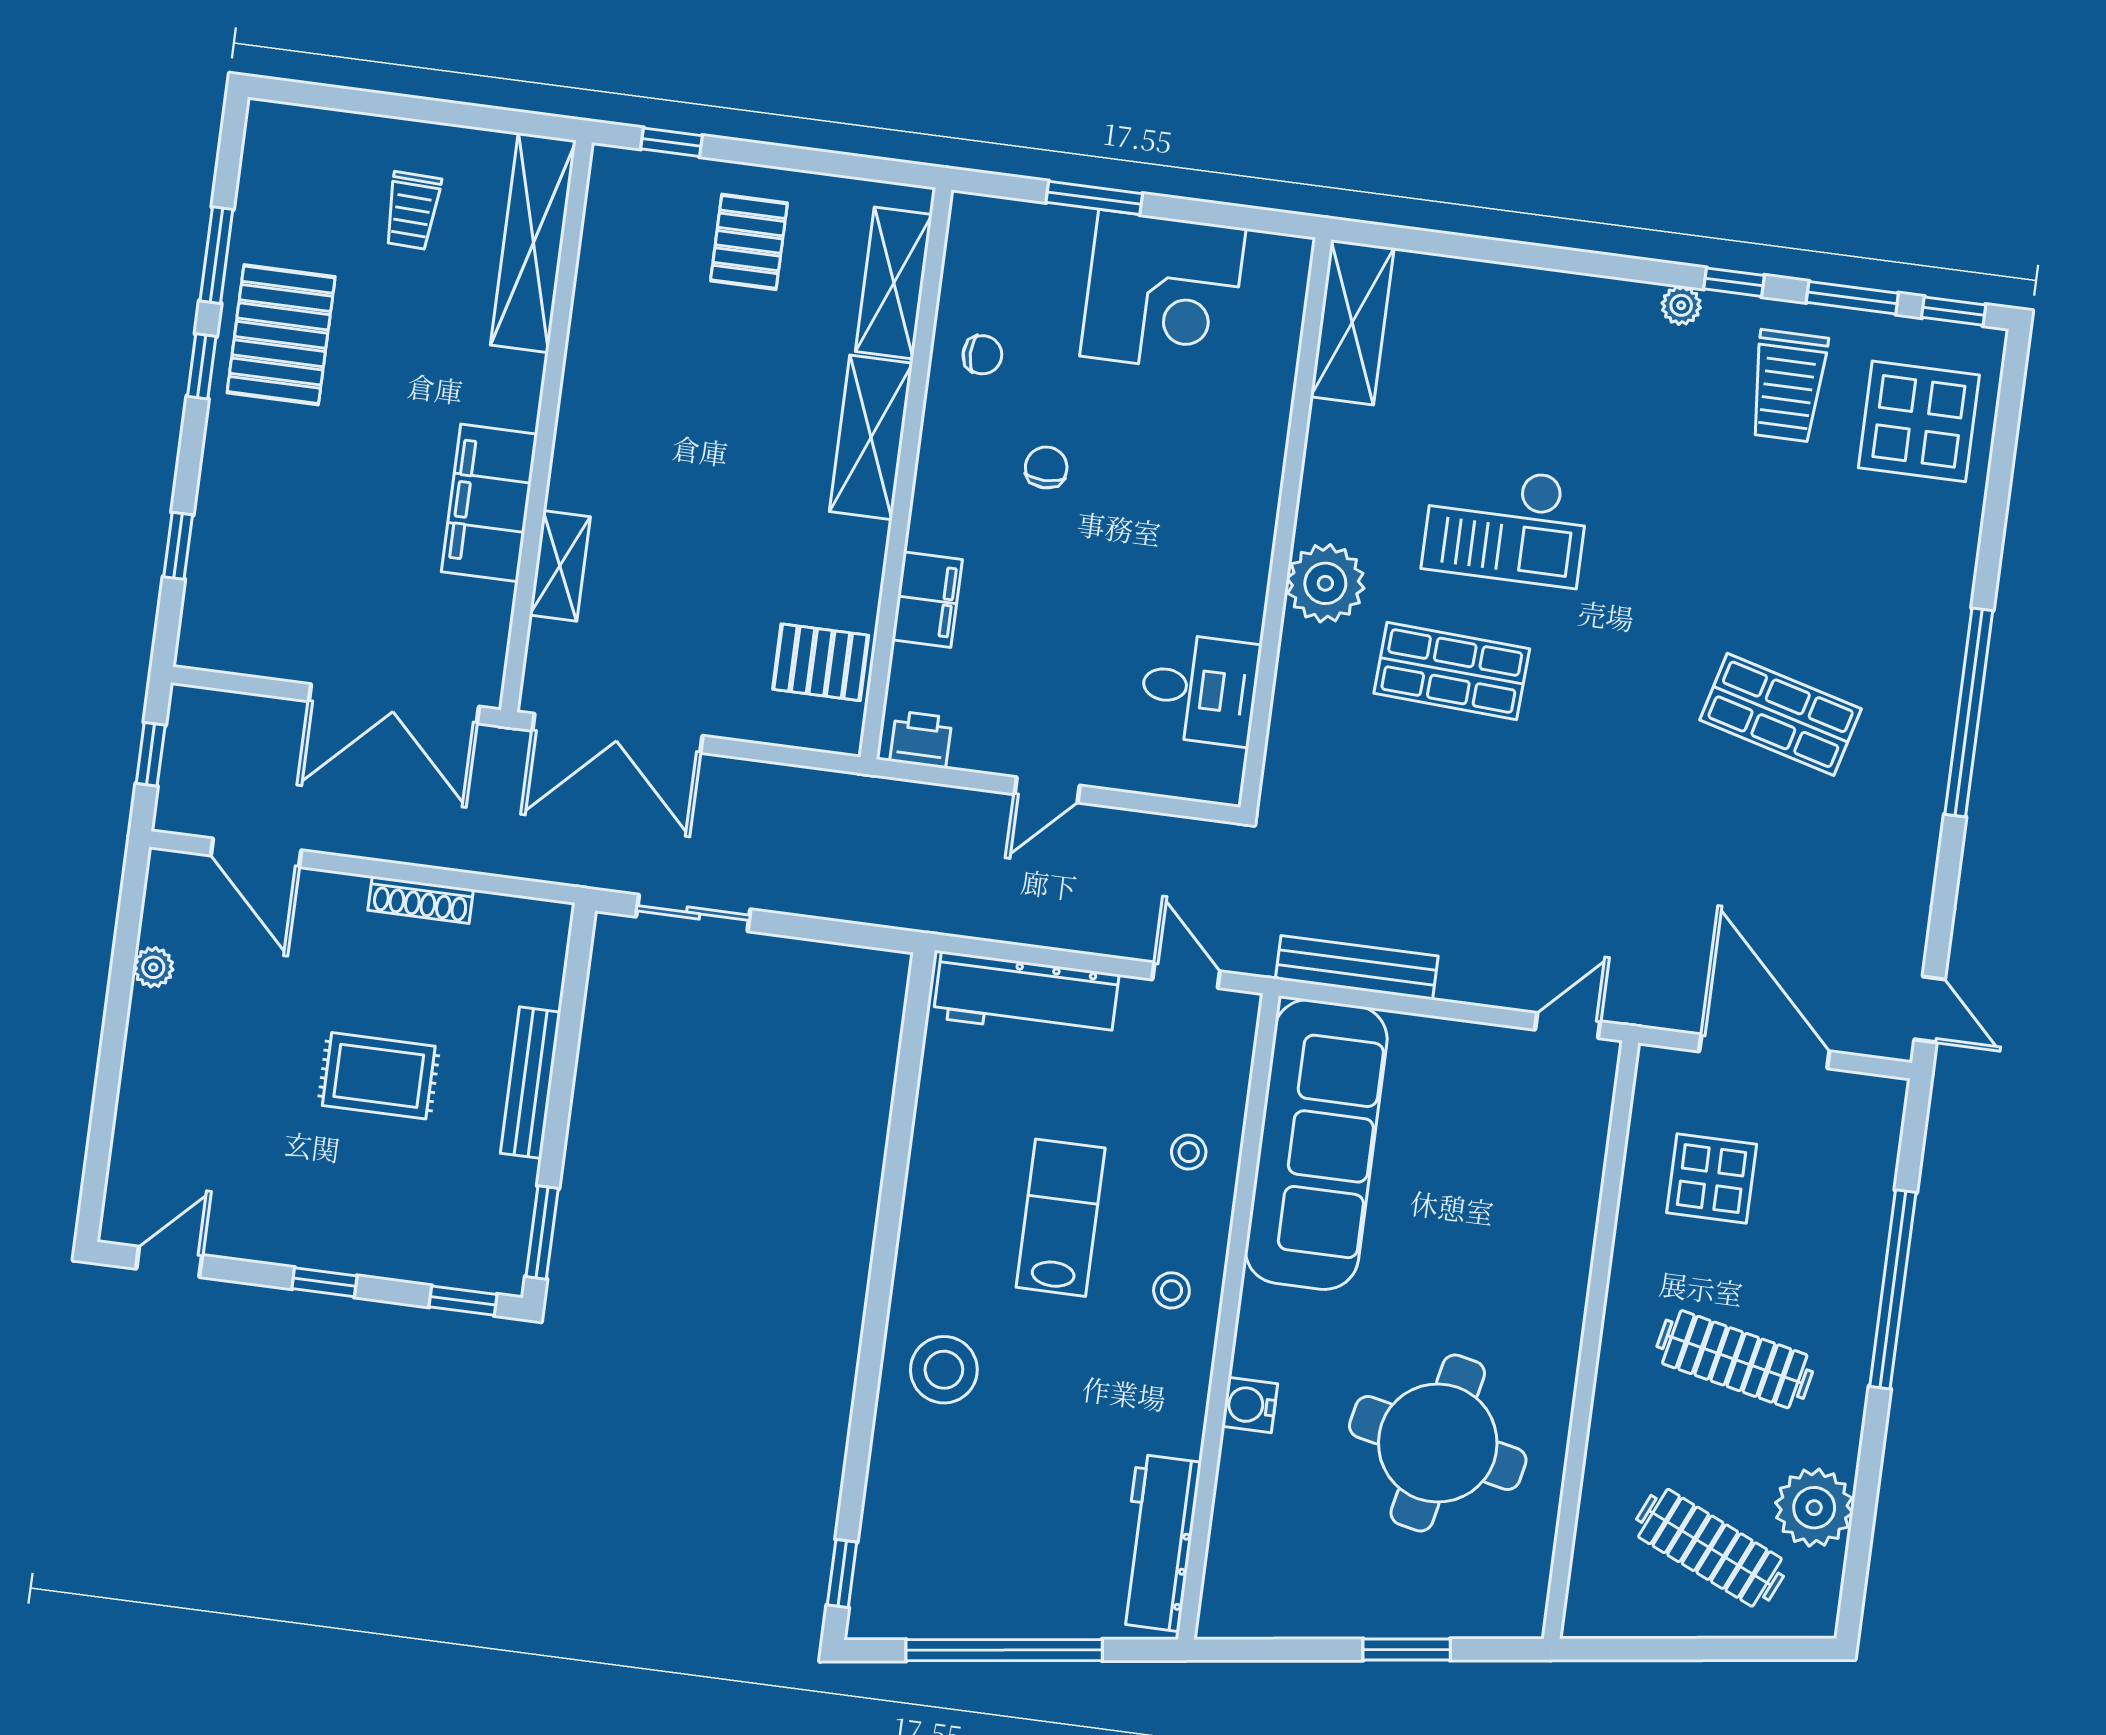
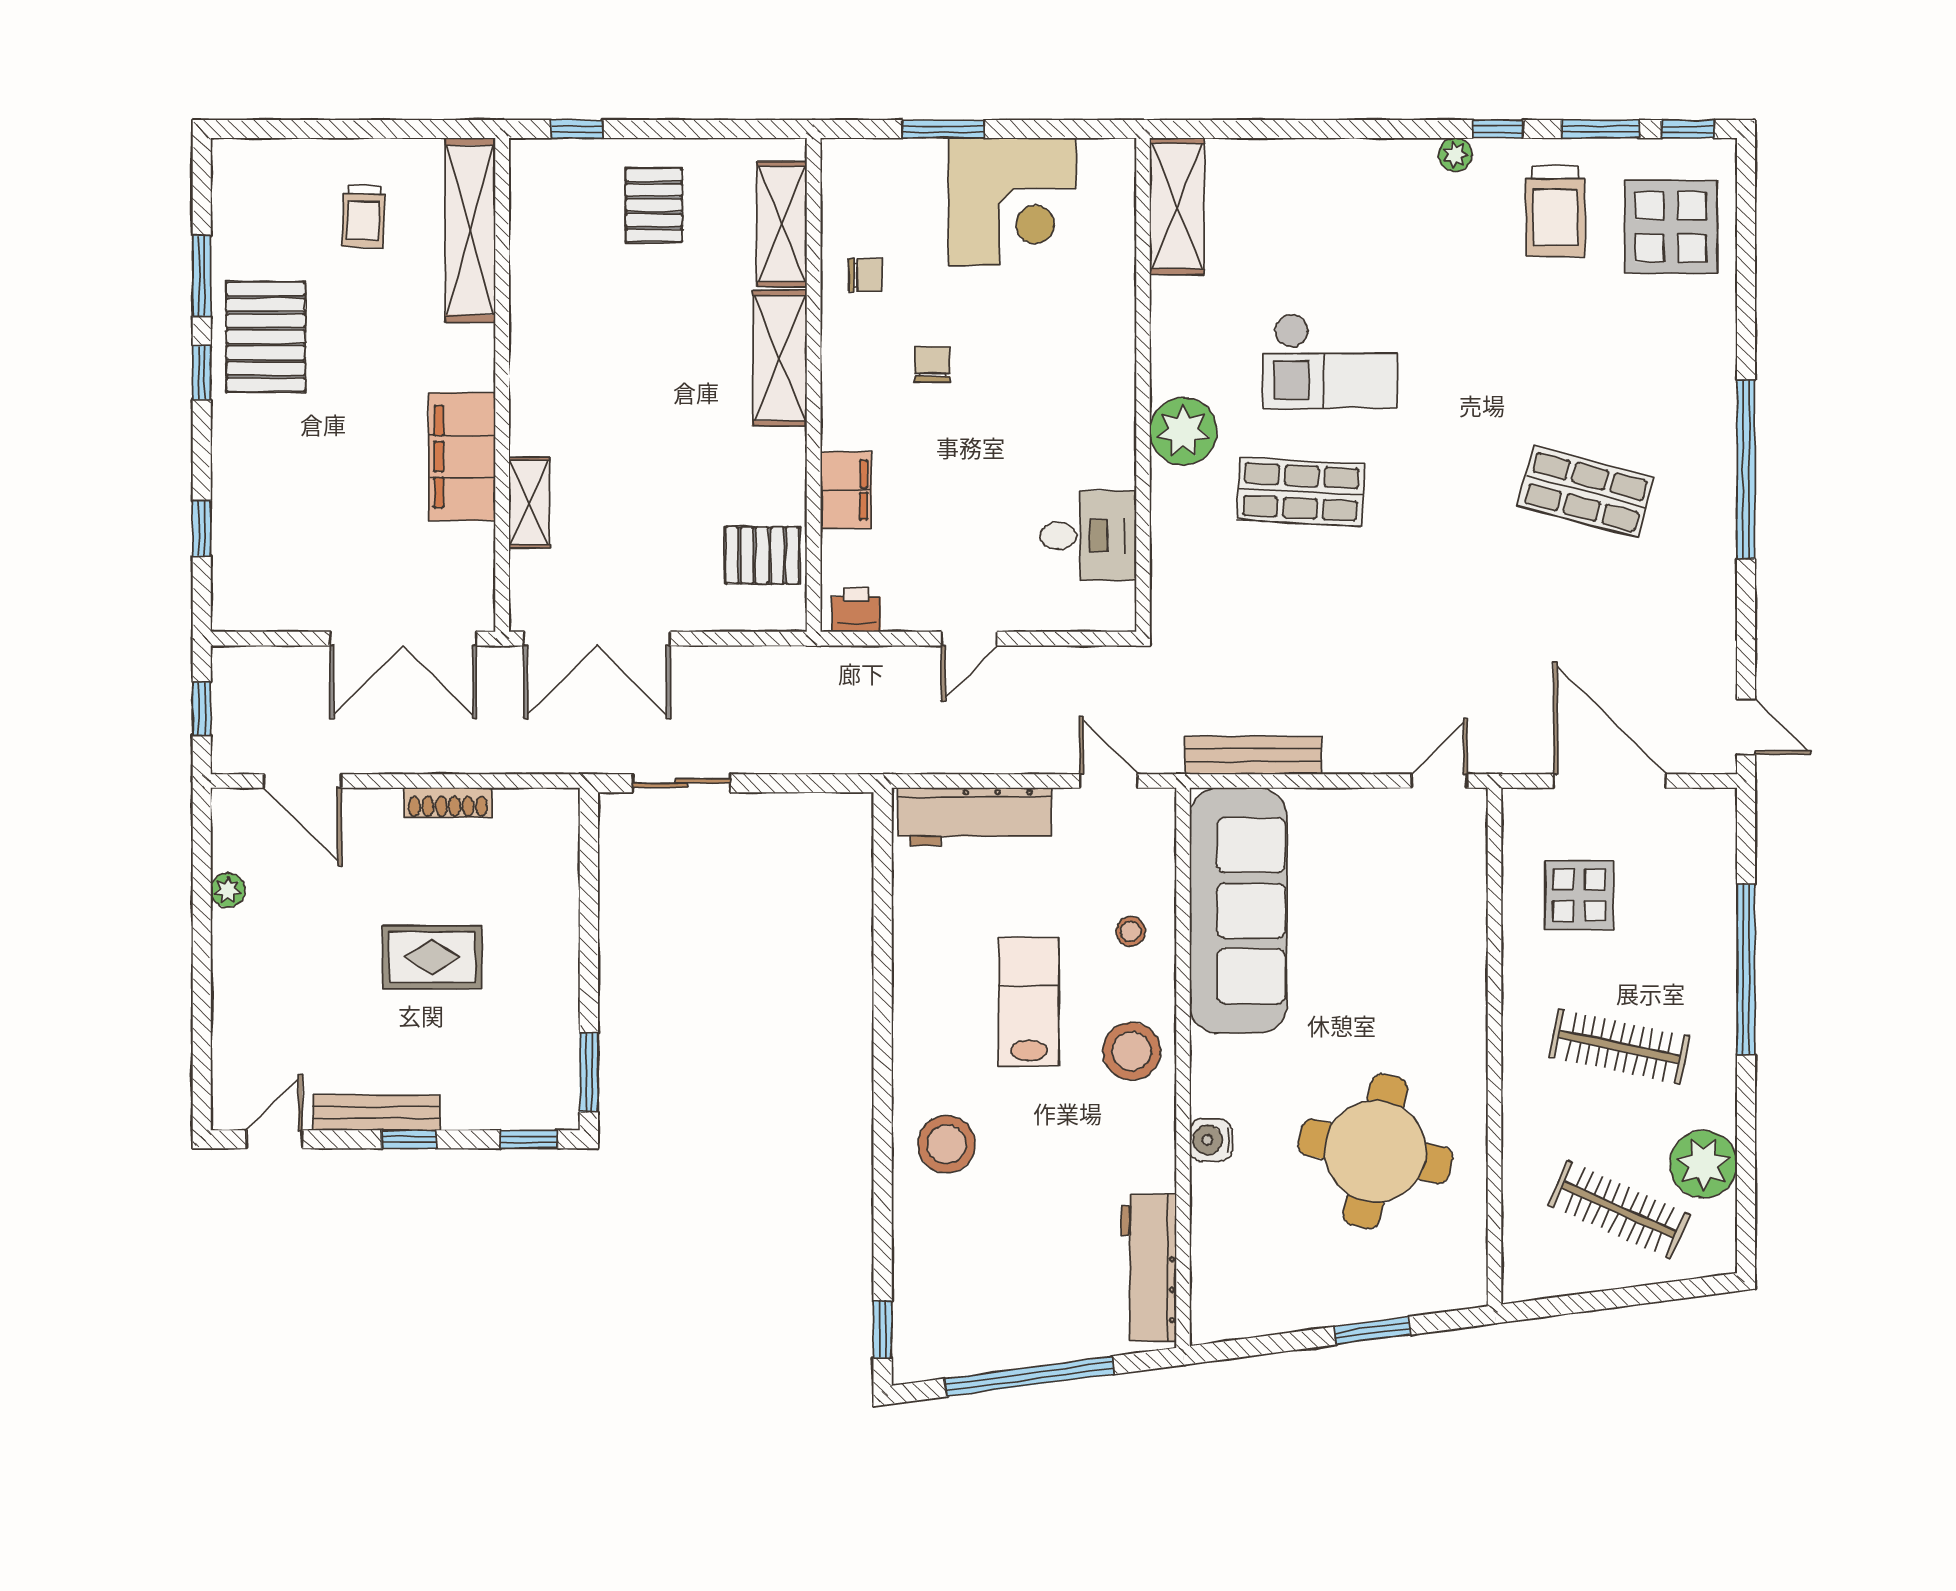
bench: (531, 1083) -> (376, 1113), moved, turned 90
stool: (1171, 1290) -> (1132, 1051), width x1.89, depth x1.89

